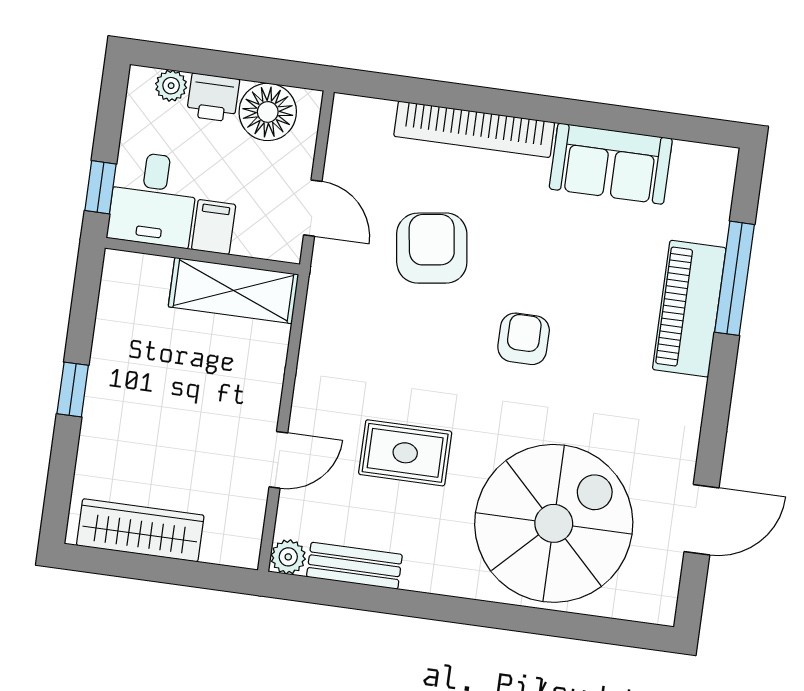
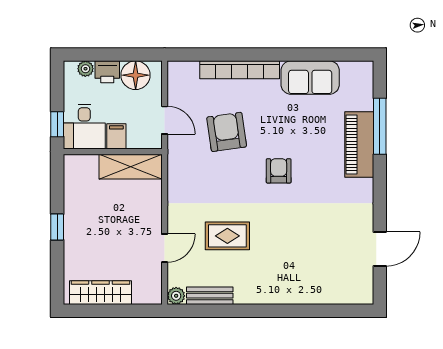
spiral stairs: (554, 523) -> (306, 261), removed

